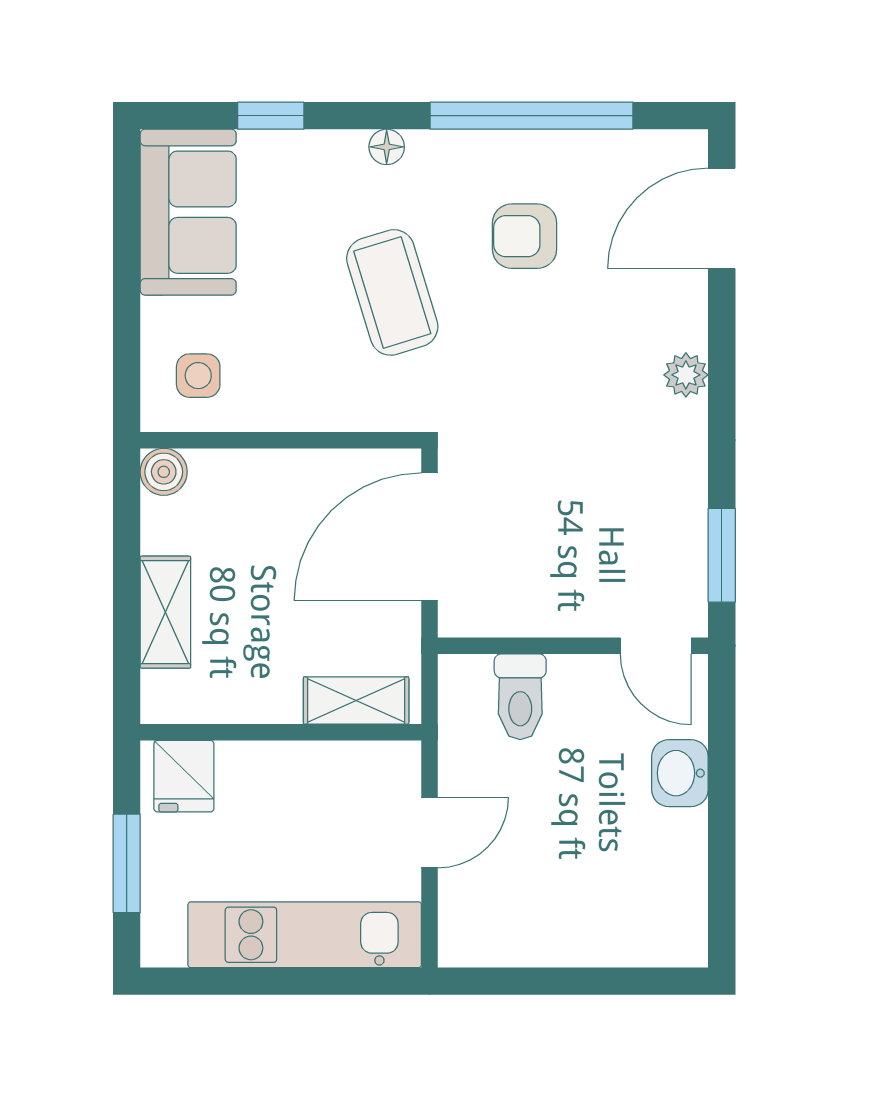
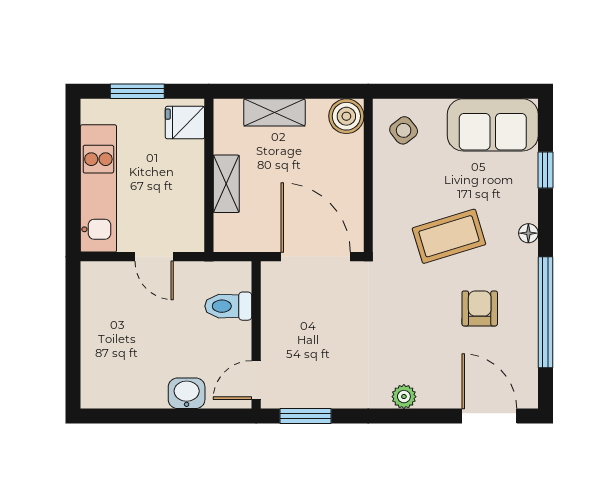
side table: (198, 376) -> (404, 130), turned -38
boiler: (164, 472) -> (346, 116), width x1.36, depth x1.36
shelving: (356, 700) -> (226, 184), moved

